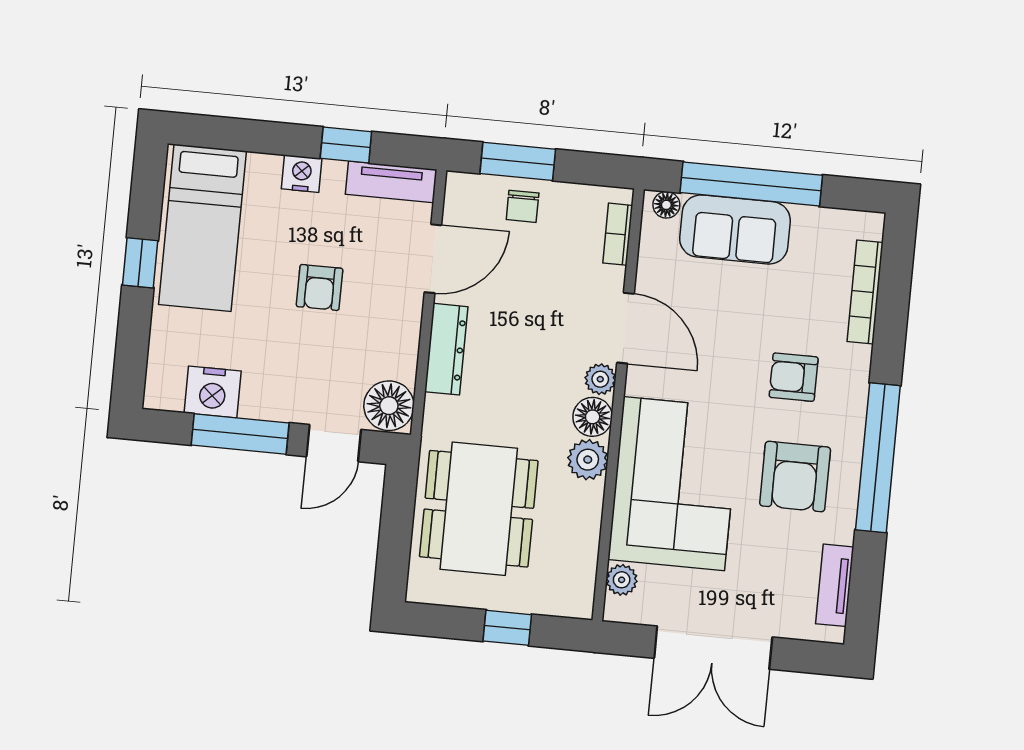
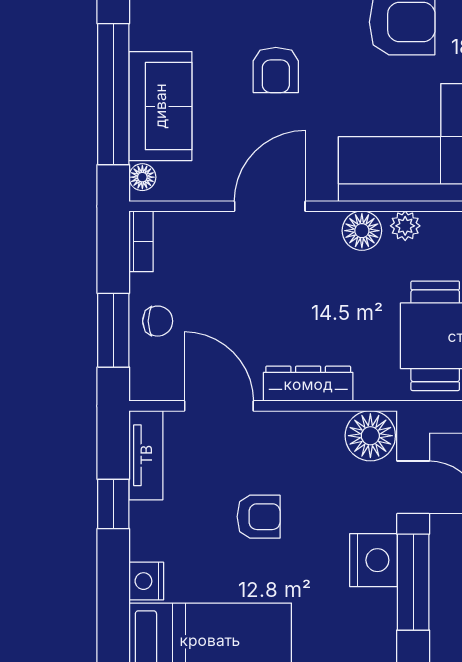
nightstand: (302, 174) -> (146, 581), moved
bookcase: (618, 234) -> (141, 241), moved, turned -90
armchair: (794, 377) -> (276, 70), moved
plant: (600, 379) -> (323, 227), removed
nightstand: (213, 392) -> (374, 560), moved
plant: (588, 460) -> (405, 226), width x0.73, depth x0.73

